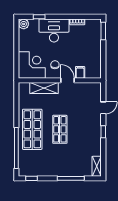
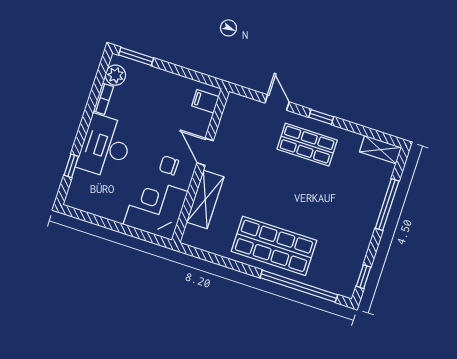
plant: (24, 24) -> (116, 75), moved
filing cabinet: (80, 72) -> (205, 101), moved
door: (67, 80) -> (205, 152), hinge flipped
shop shelf: (60, 129) -> (307, 145), moved

